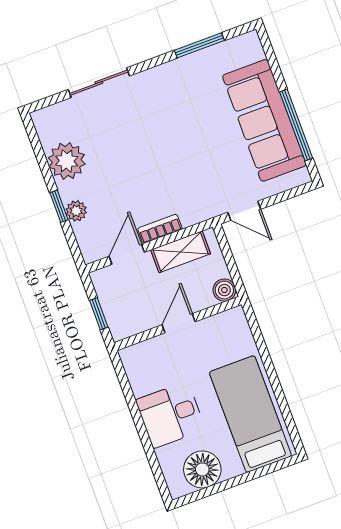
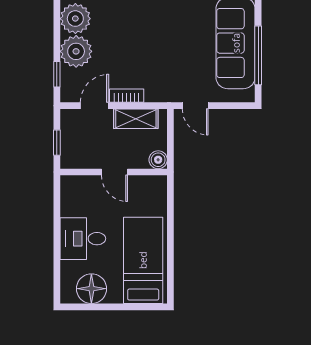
window: (59, 206) -> (57, 74), moved
plant: (76, 211) -> (76, 51), width x1.88, depth x1.88
door: (179, 323) -> (114, 172), swing flipped

